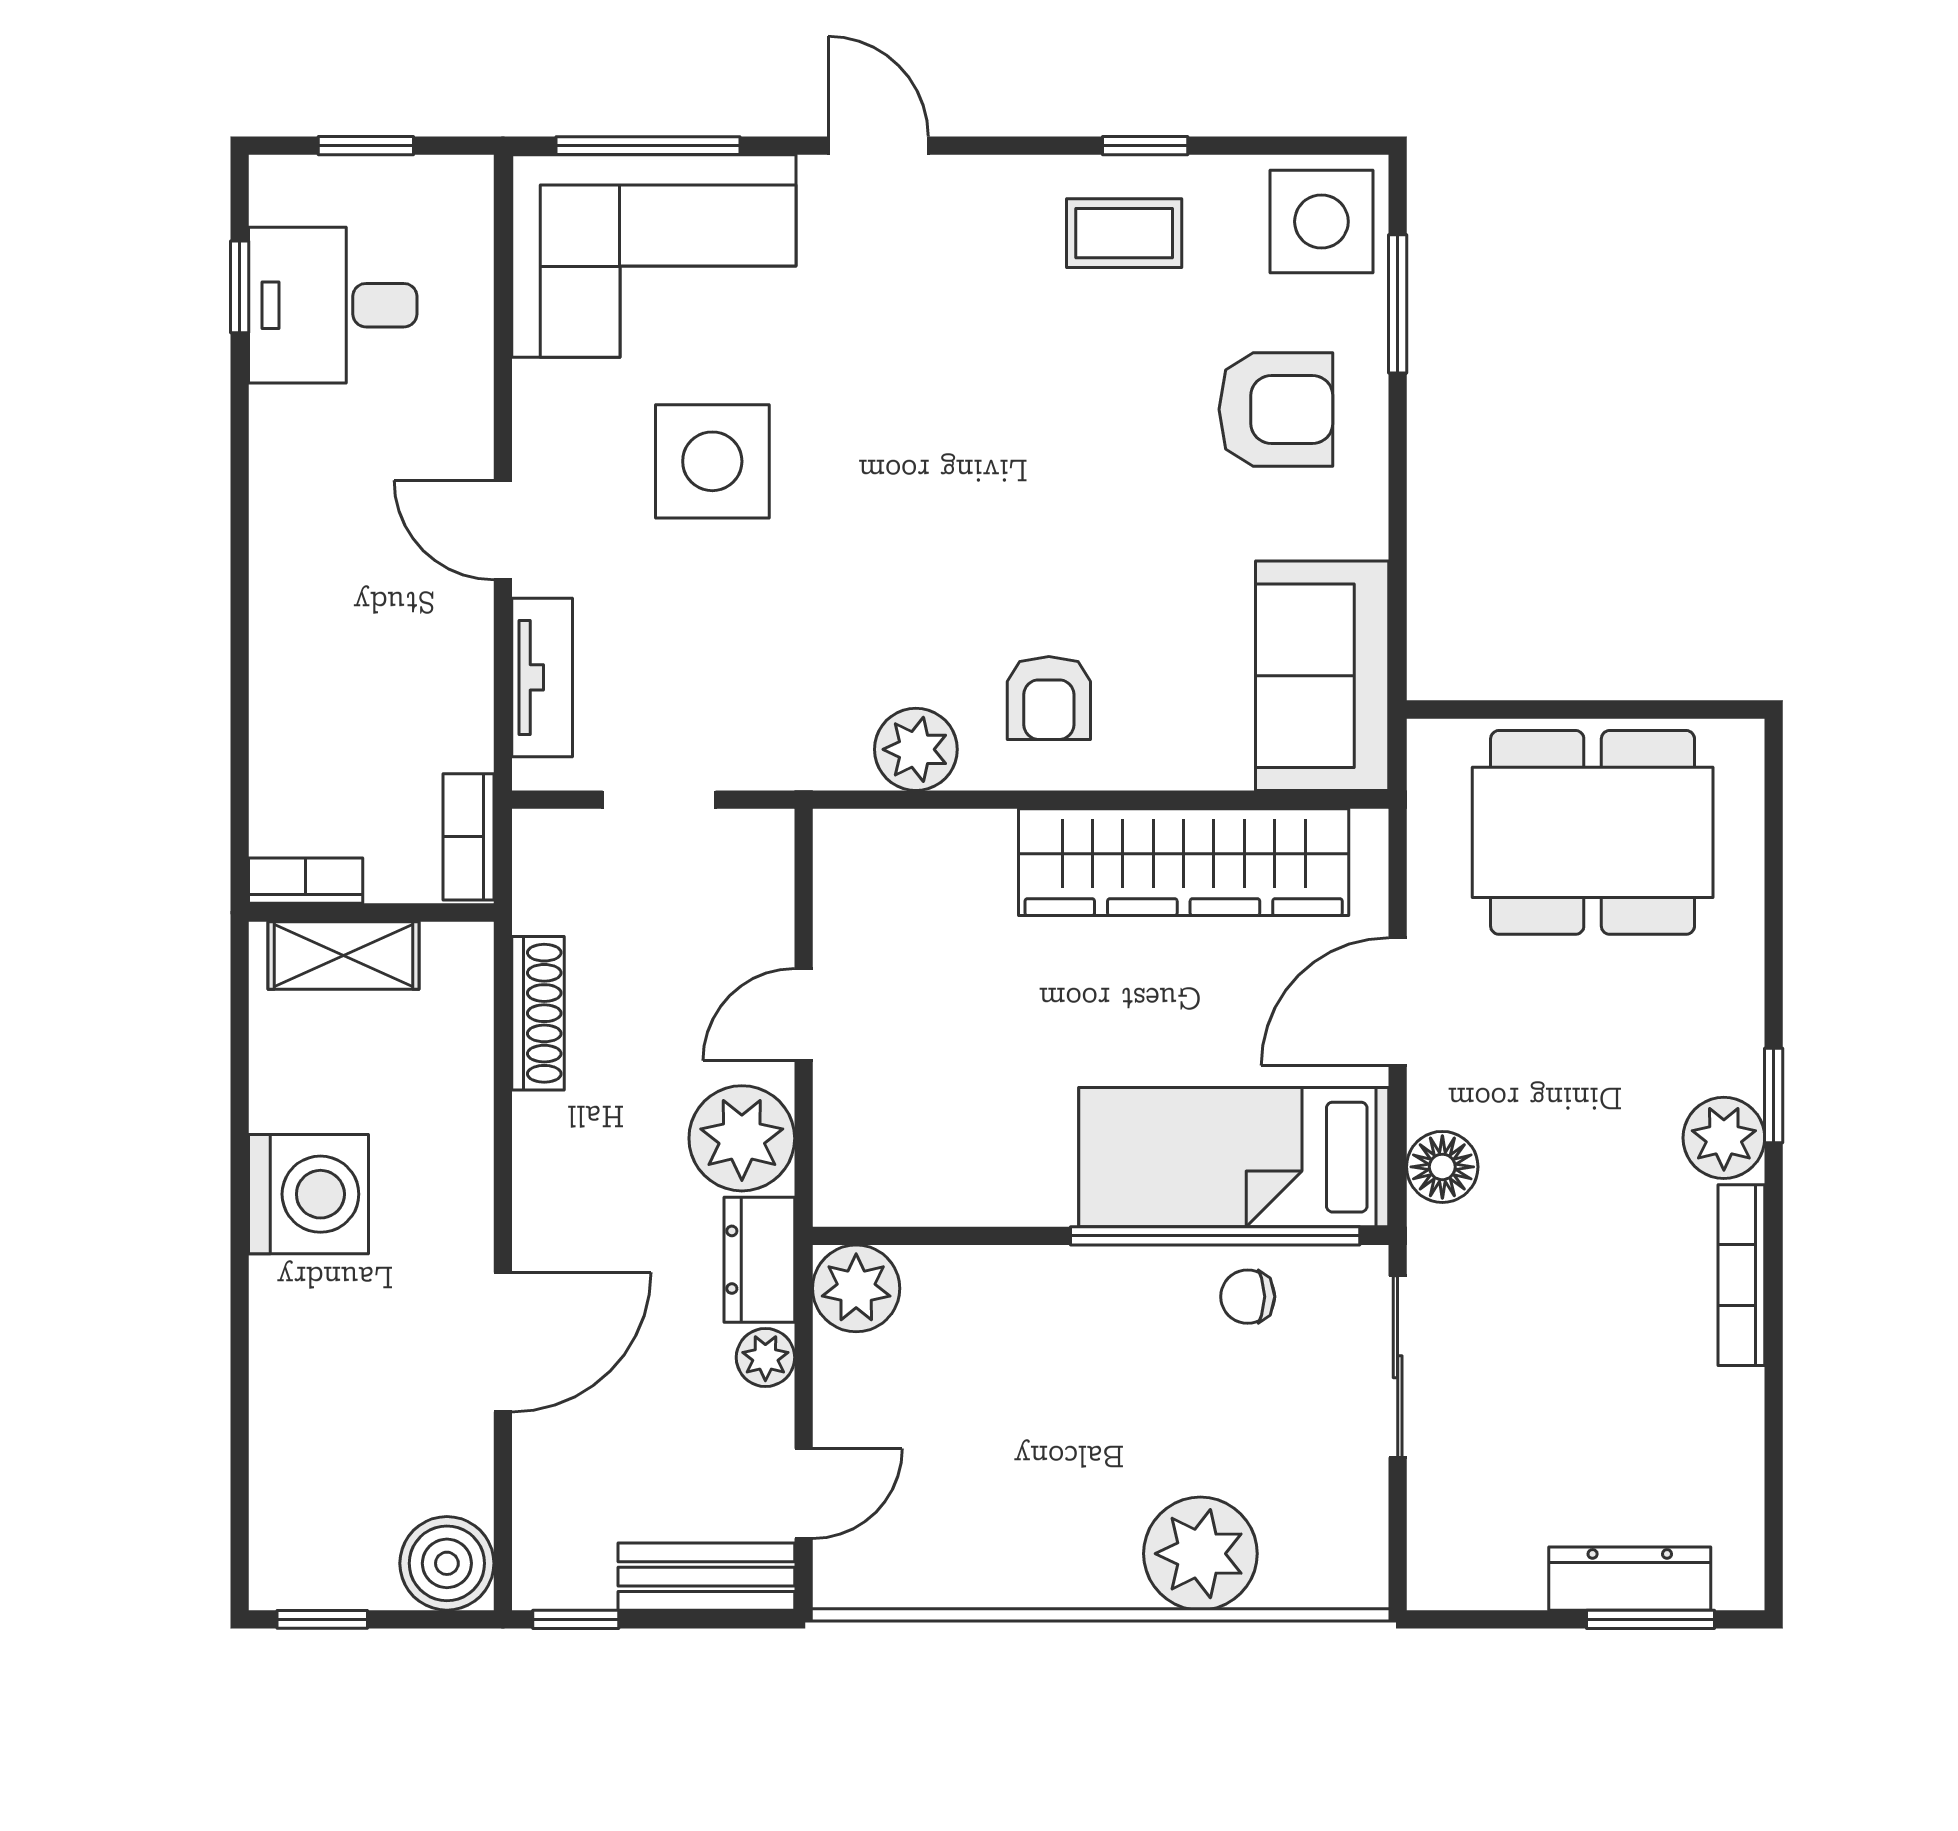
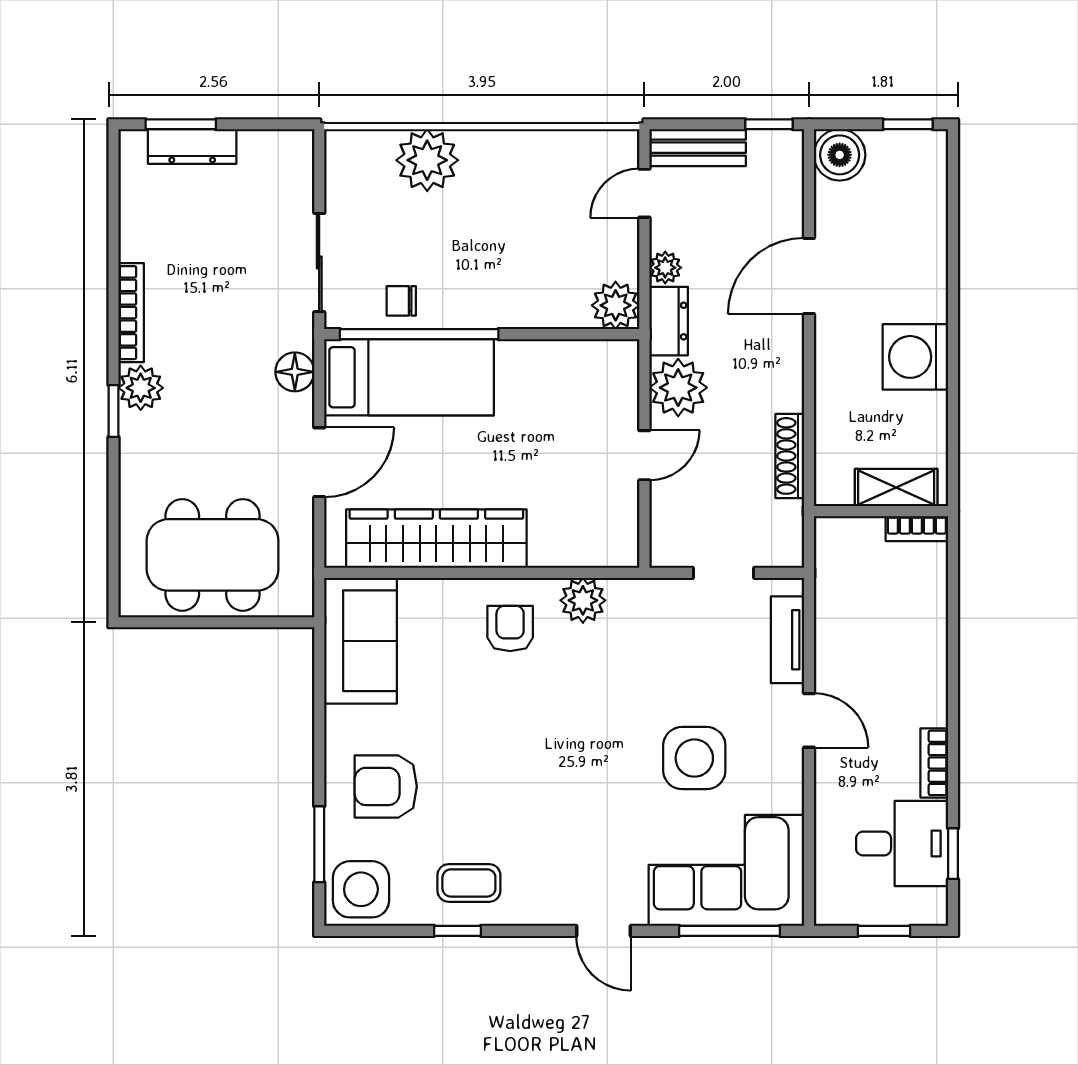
bookcase: (468, 837) -> (934, 763), moved, turned 180
chair: (1248, 1297) -> (401, 301), turned 180

